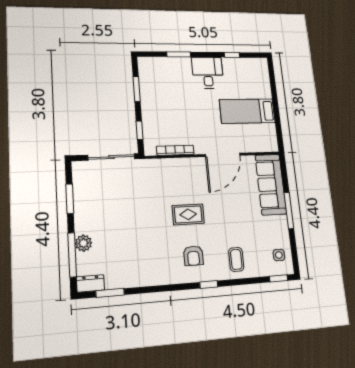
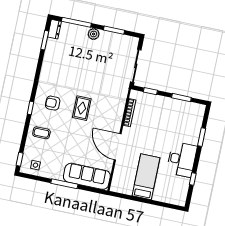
desk: (208, 73) -> (182, 159), width x1.37
plant: (83, 243) -> (94, 34), moved

